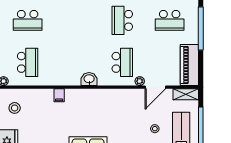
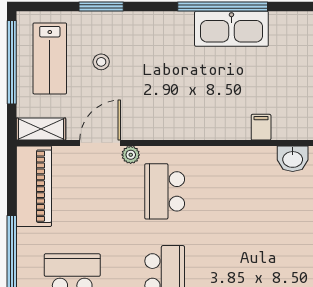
washbasin: (89, 79) -> (293, 159), moved
filing cabinet: (59, 95) -> (261, 127), moved

